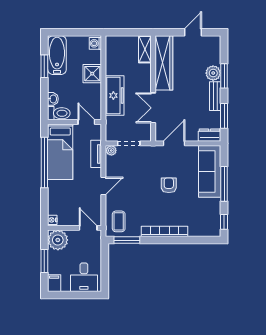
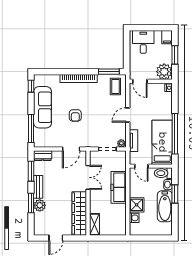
washing machine: (95, 43) -> (134, 218), moved
bathtub: (57, 55) -> (165, 206), moved
window: (44, 66) -> (175, 194), moved
sofa: (210, 171) -> (43, 107), moved
window: (224, 184) -> (31, 129), moved

